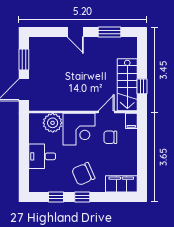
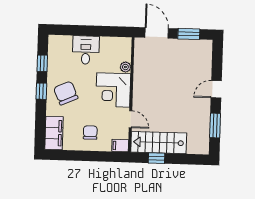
plant: (53, 123) -> (125, 67), width x0.53, depth x0.53
chair: (110, 137) -> (90, 133), moved

